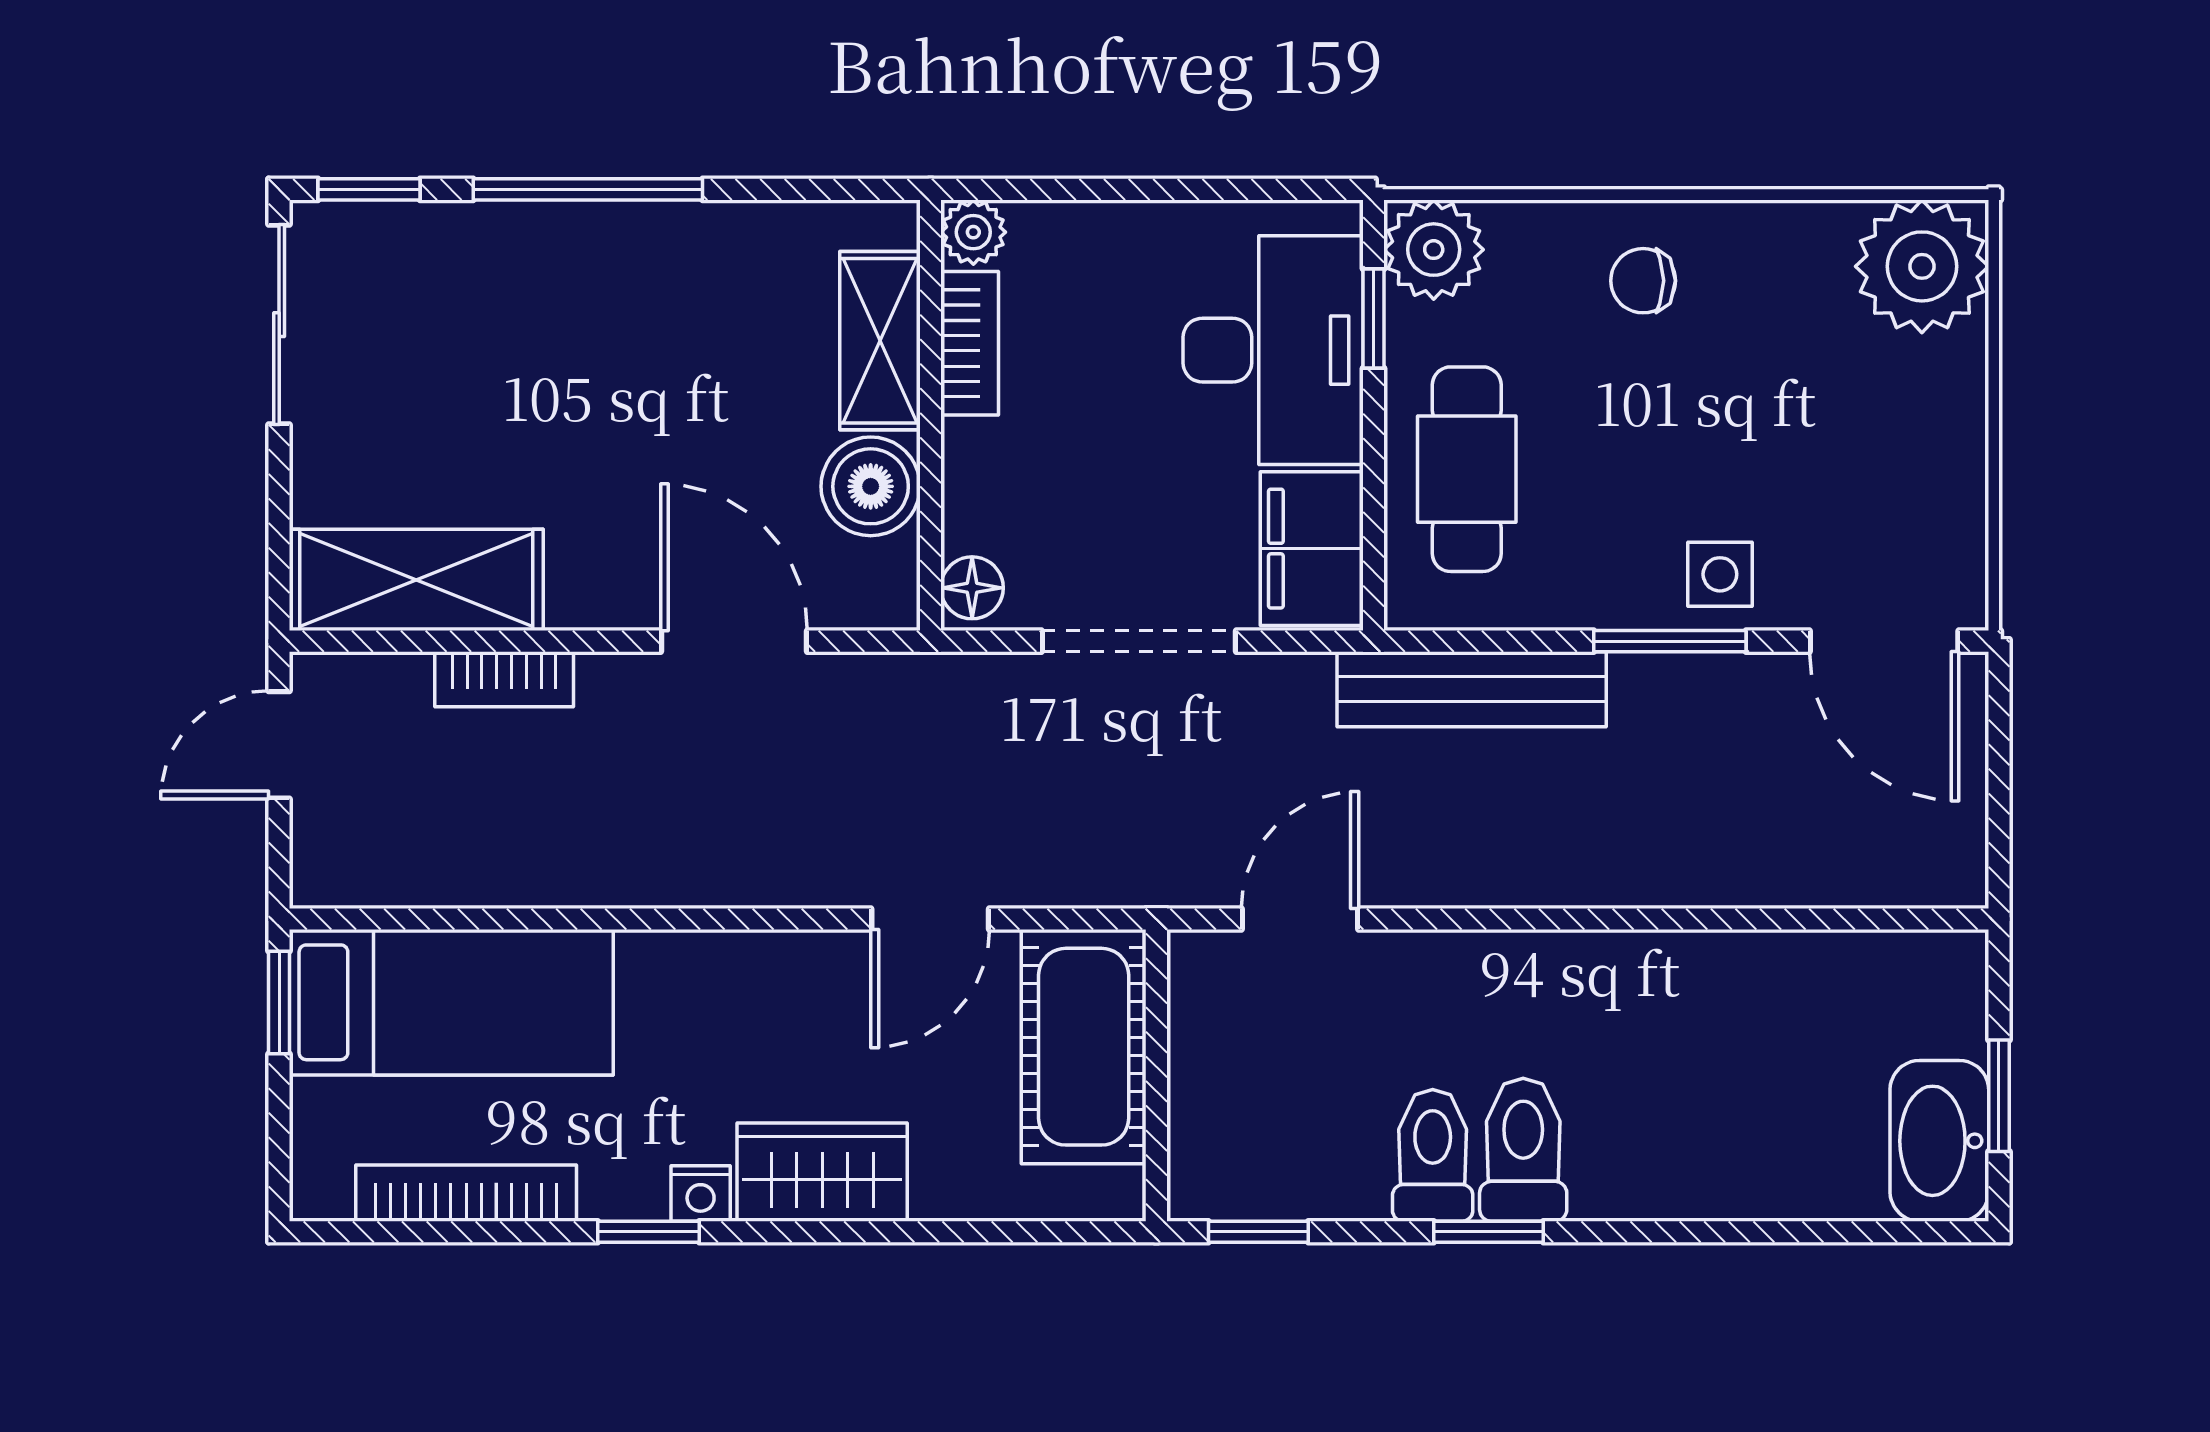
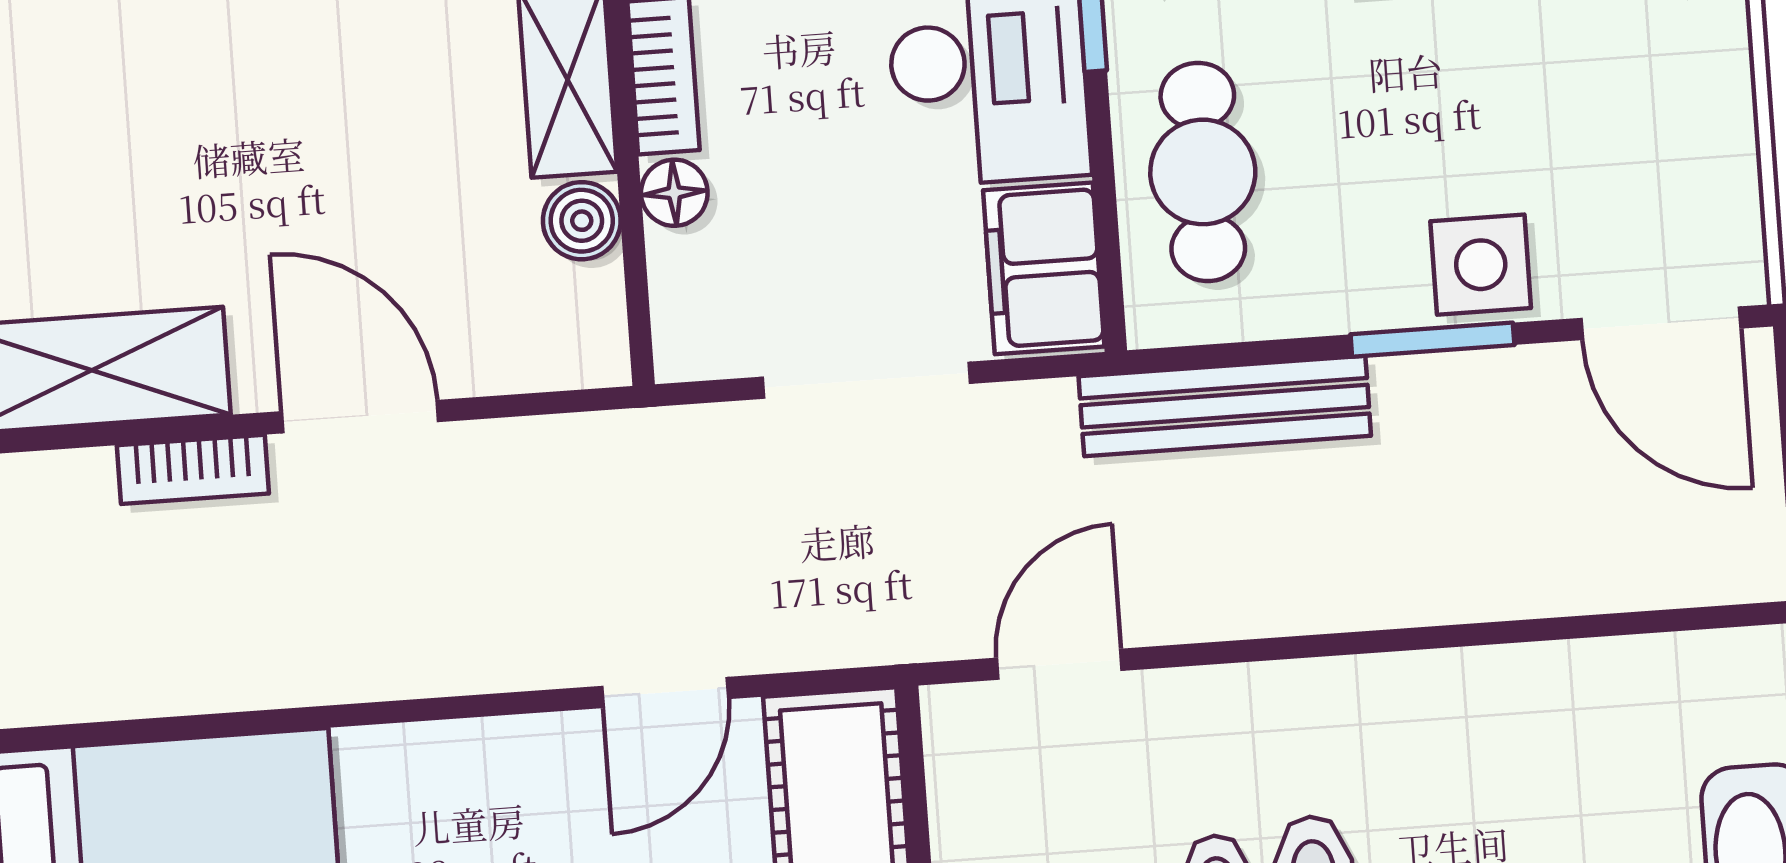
boiler: (871, 486) -> (582, 221), width x0.73, depth x0.73
side table: (1720, 574) -> (1481, 265), width x1.37, depth x1.37
floor lamp: (972, 588) -> (674, 193), moved
door: (734, 641) -> (360, 417), moved

